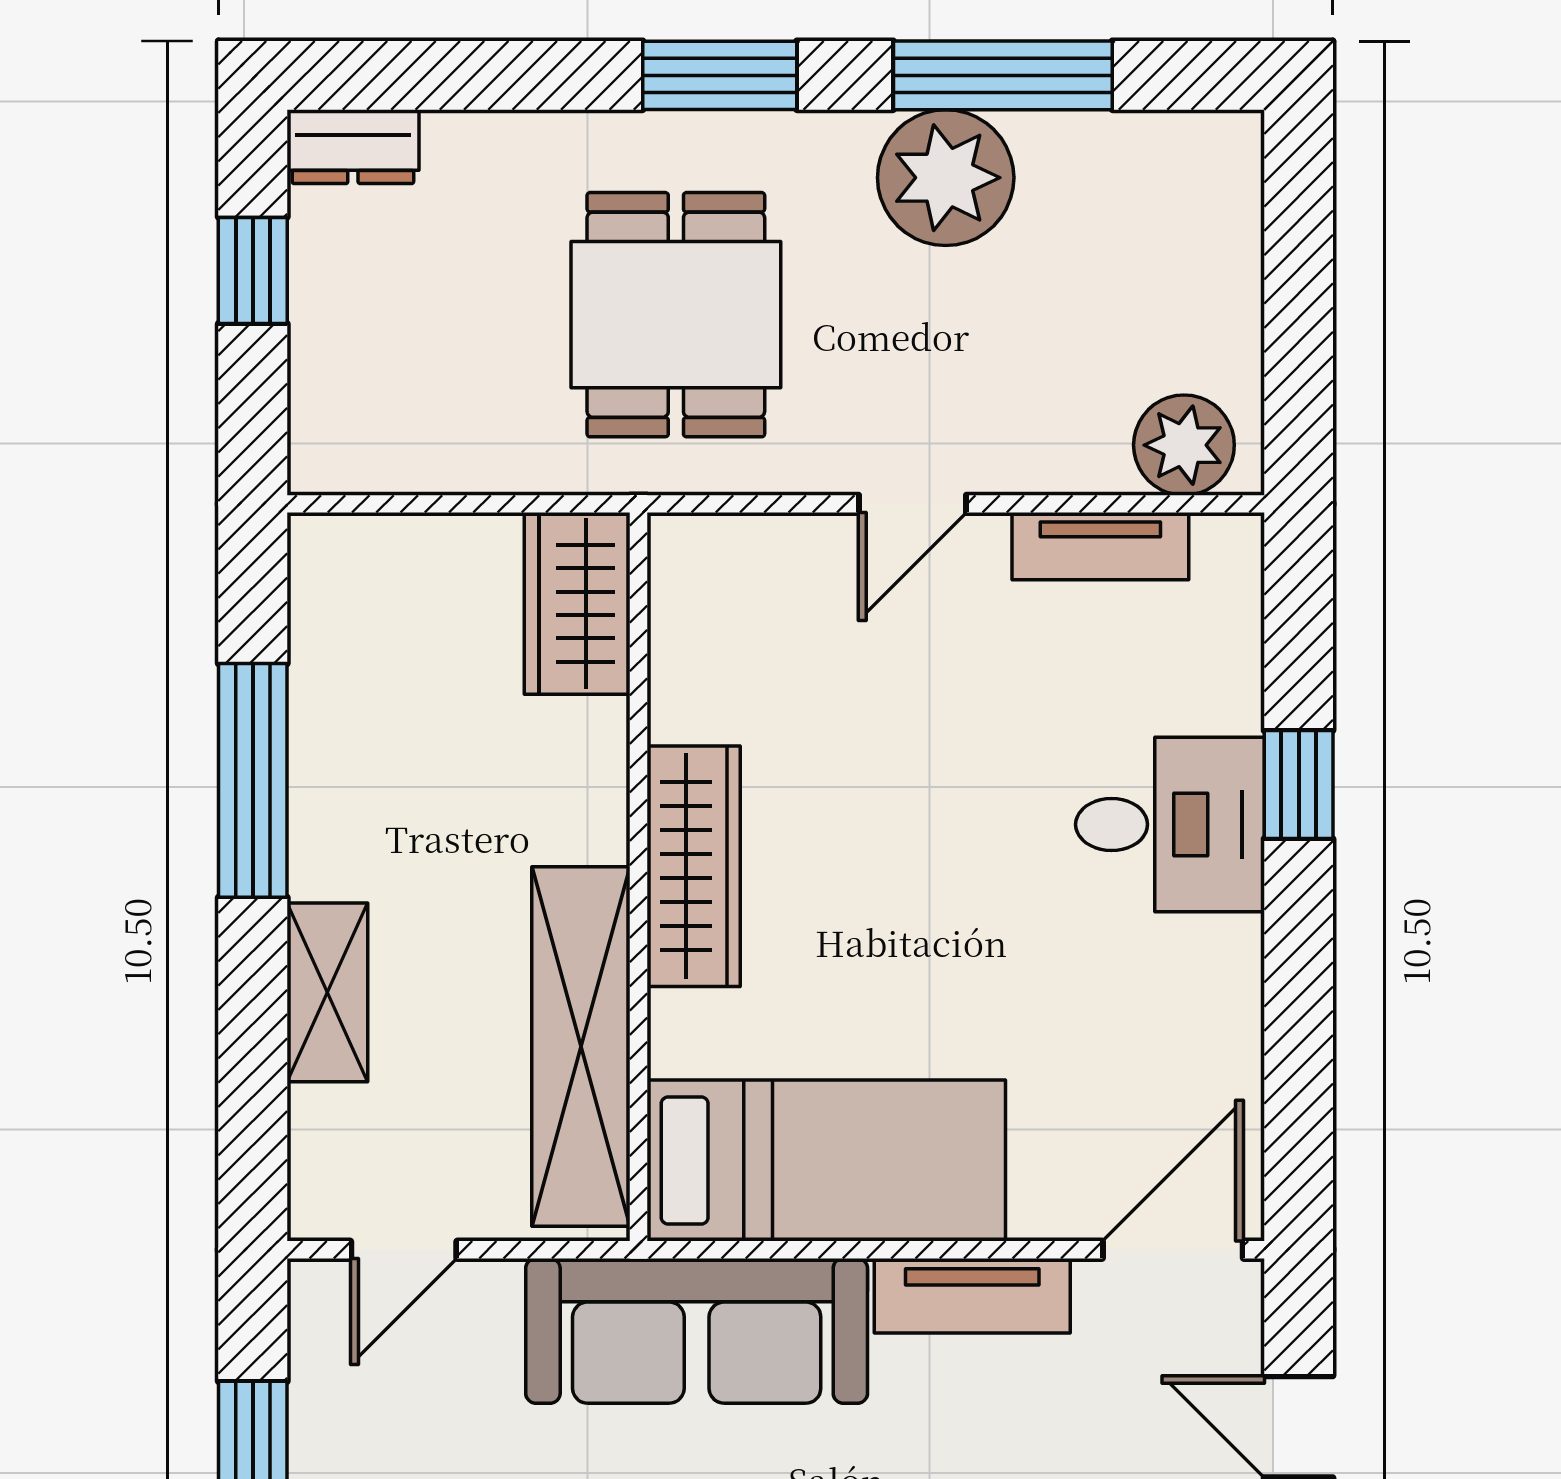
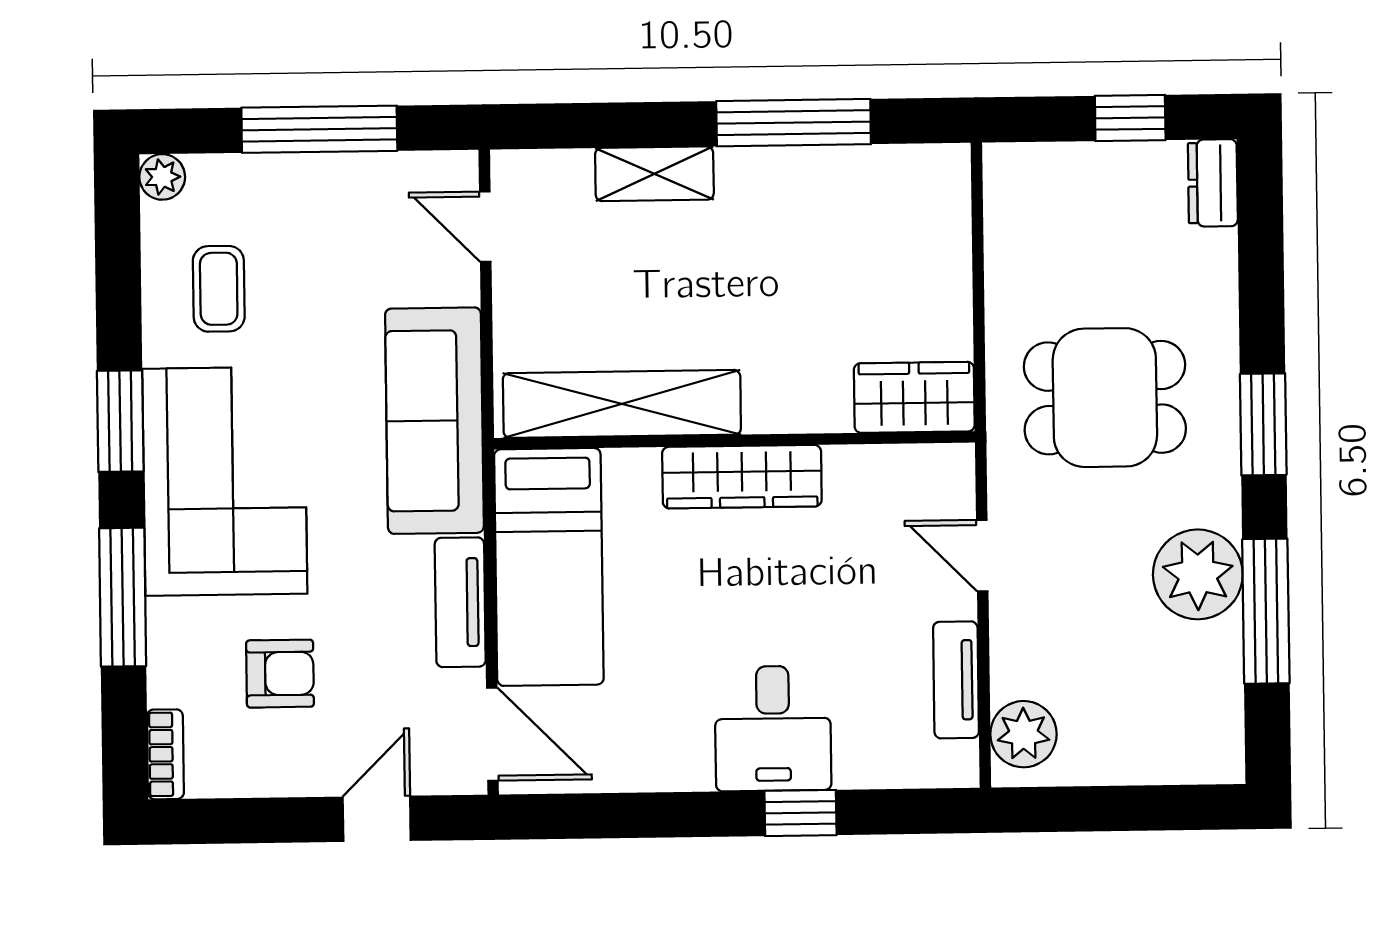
wardrobe: (577, 603) -> (914, 397), moved
wardrobe: (694, 866) -> (742, 477), moved
wall: (638, 877) -> (734, 440), moved
shelving: (581, 1046) -> (622, 404), moved
bed: (826, 1160) -> (549, 567), moved

